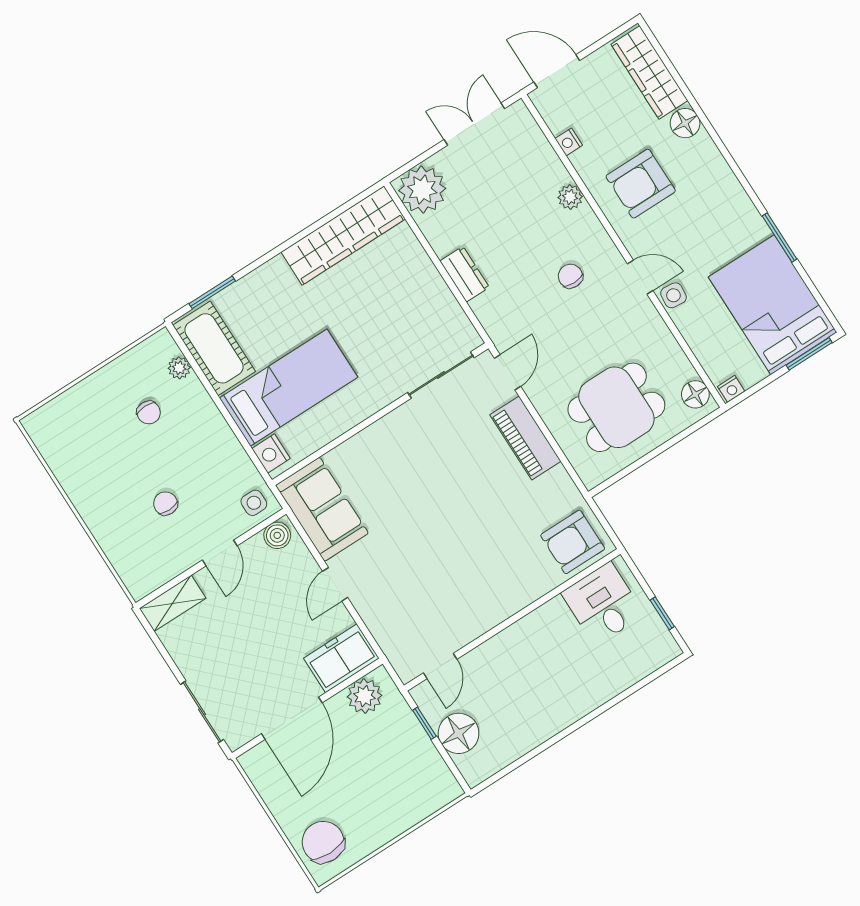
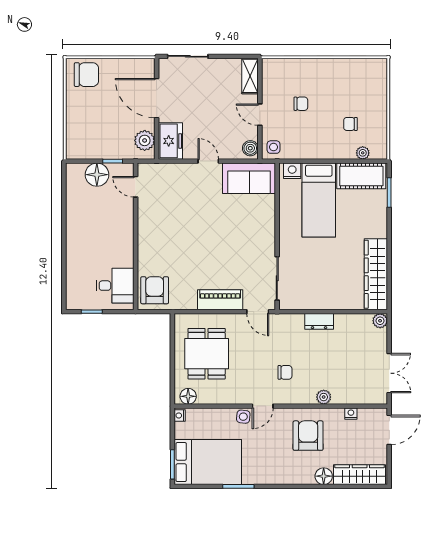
plant: (422, 190) -> (380, 321), width x0.53, depth x0.53

